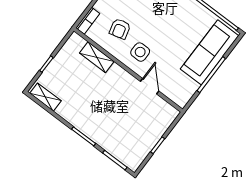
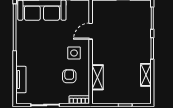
armchair: (120, 29) -> (69, 76), turned -75
shelving: (45, 97) -> (146, 75), moved

